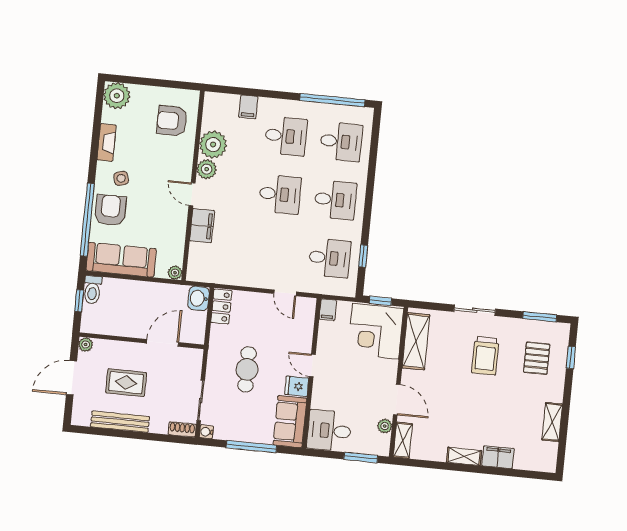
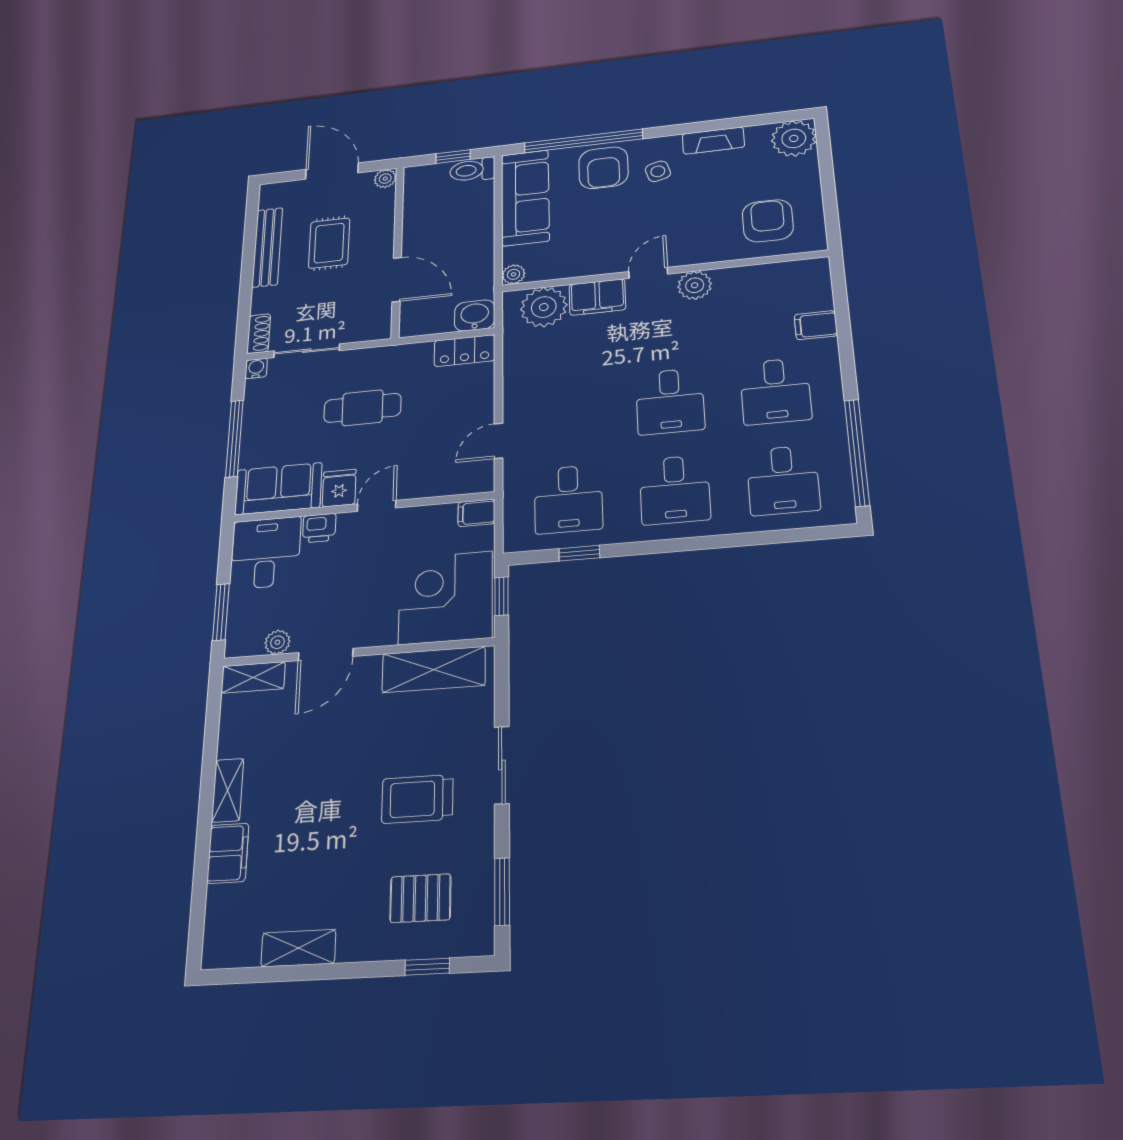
plant: (213, 145) -> (544, 307), moved
armchair: (110, 210) -> (603, 168), turned 90
printer: (320, 399) -> (319, 528), added

